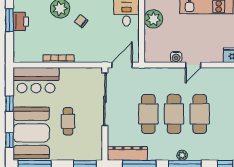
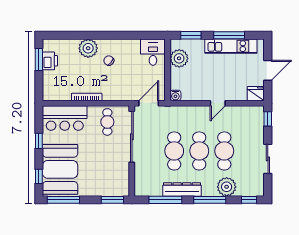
water cooler: (176, 57) -> (175, 95), moved
cafe table: (68, 121) -> (107, 122), moved
dresser: (128, 153) -> (182, 189), moved
plant: (182, 155) -> (227, 187), moved, width x1.87, depth x1.87

